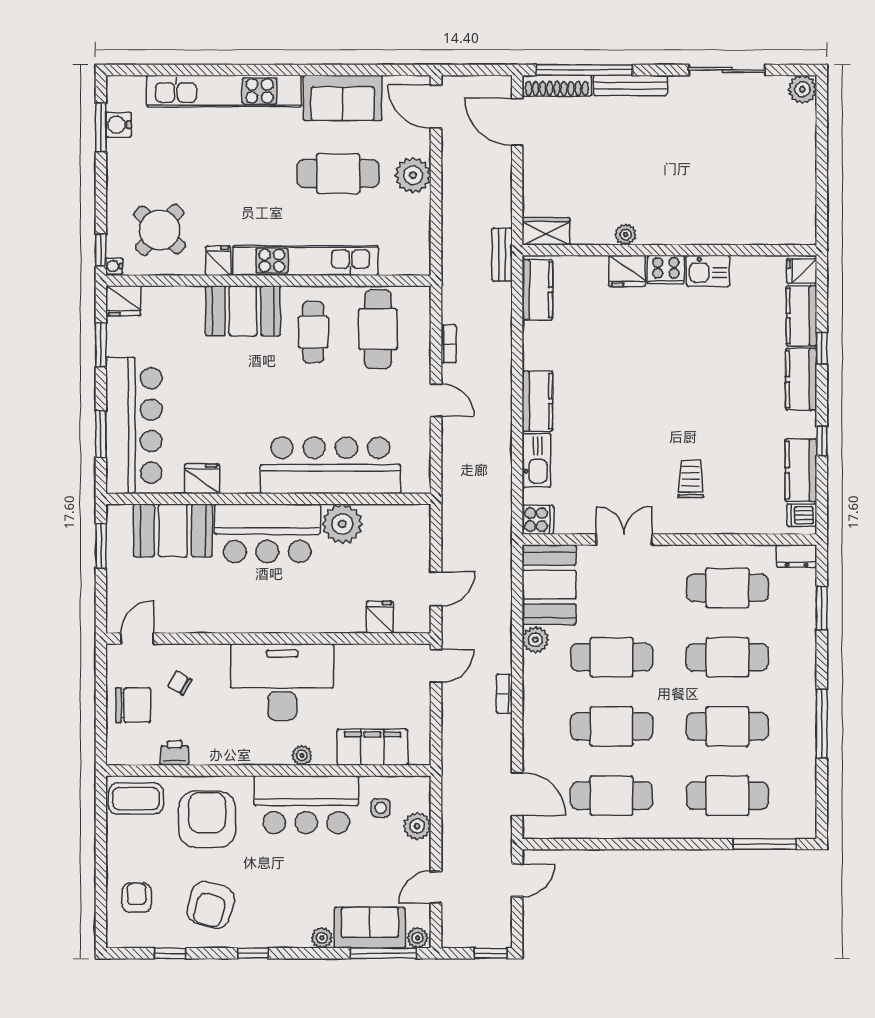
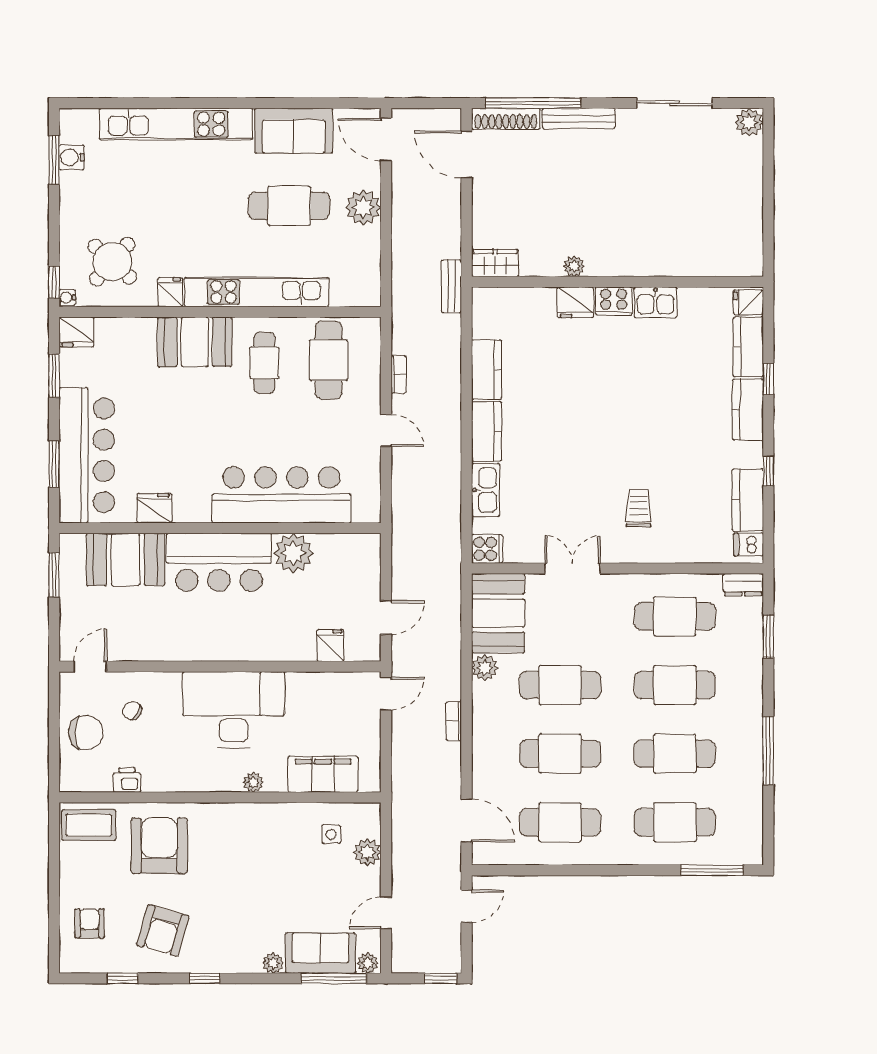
kitchen counter: (537, 290) -> (486, 369), moved
bar counter: (306, 805) -> (257, 831), removed

